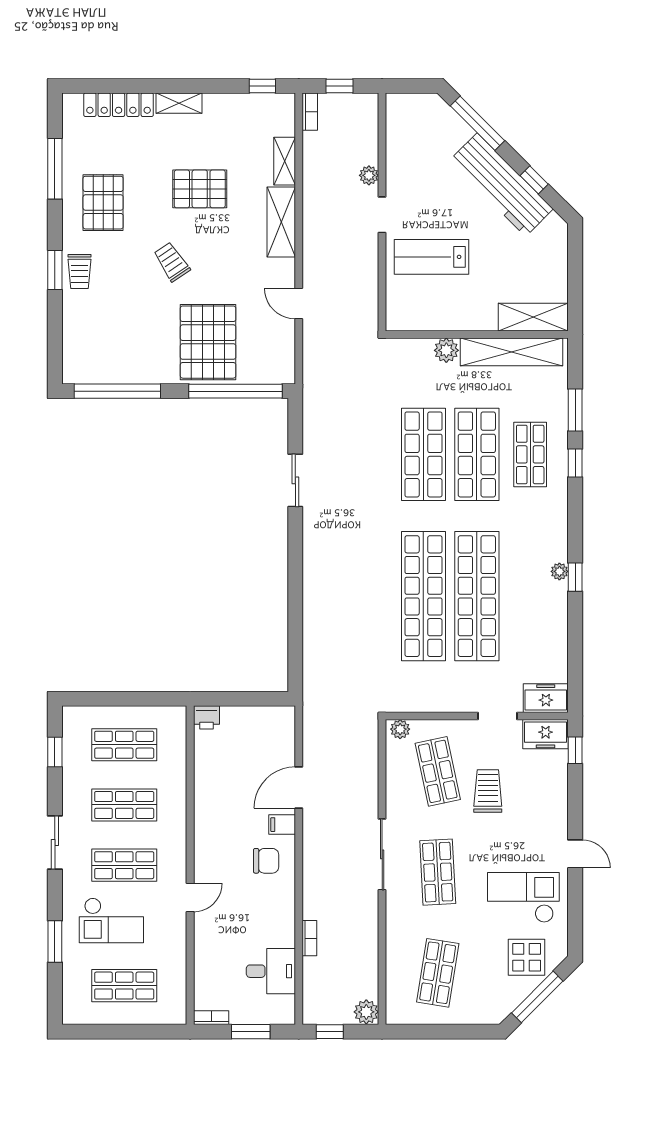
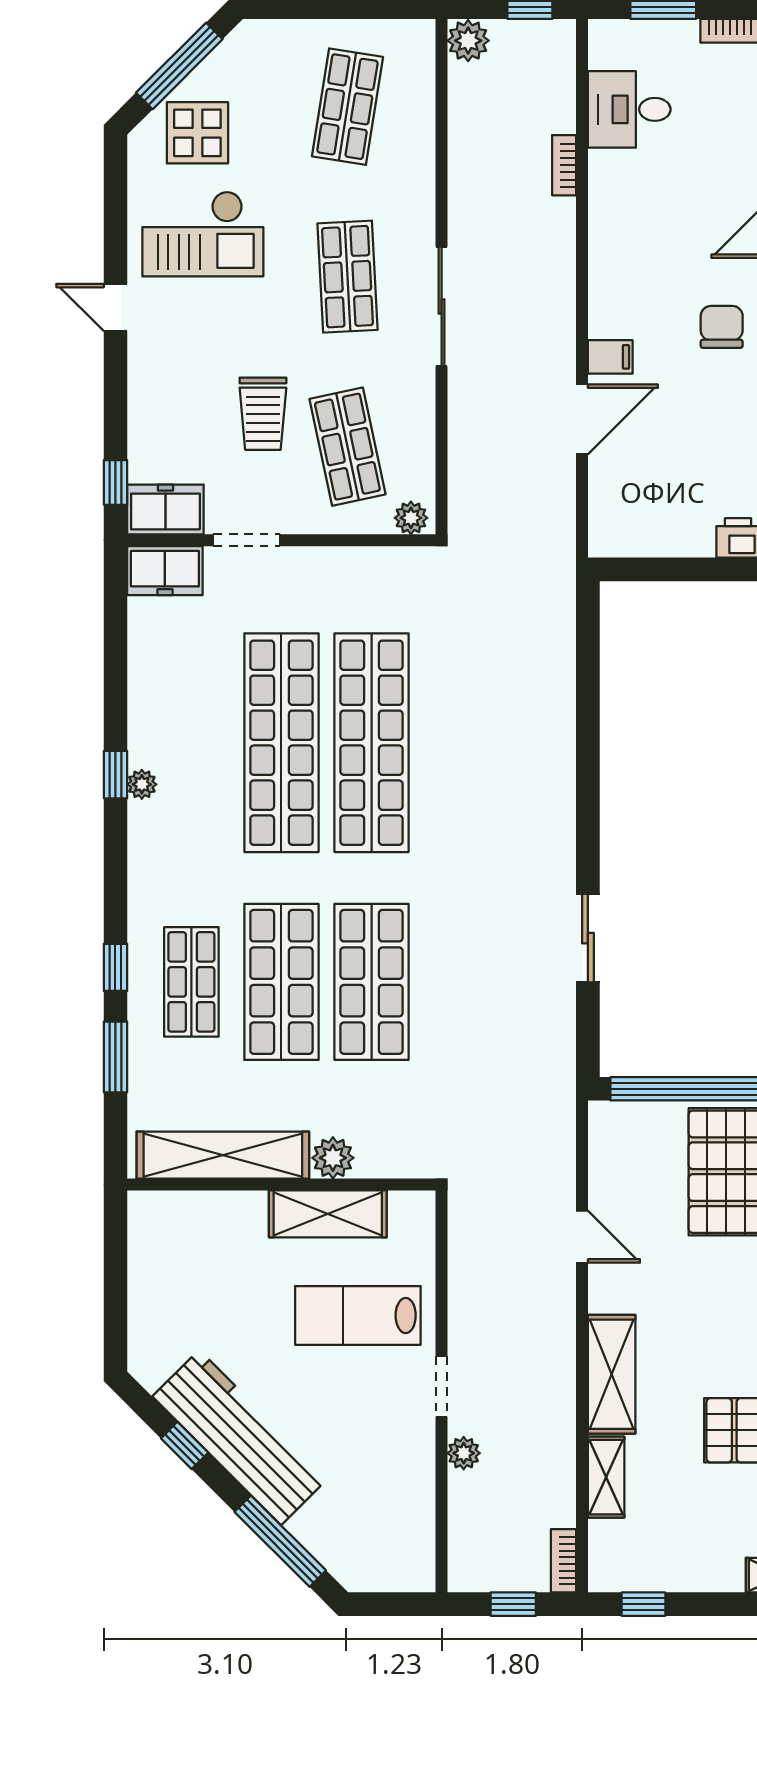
lab bench: (432, 257) -> (358, 1315), turned 180
shelving: (533, 317) -> (328, 1214), moved
chair: (266, 861) -> (722, 327), moved, turned 90

